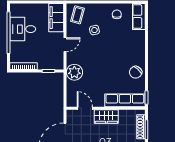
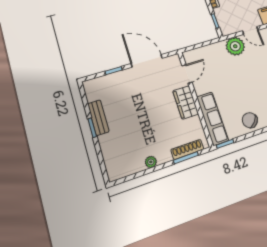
plant: (74, 72) -> (235, 46), moved

